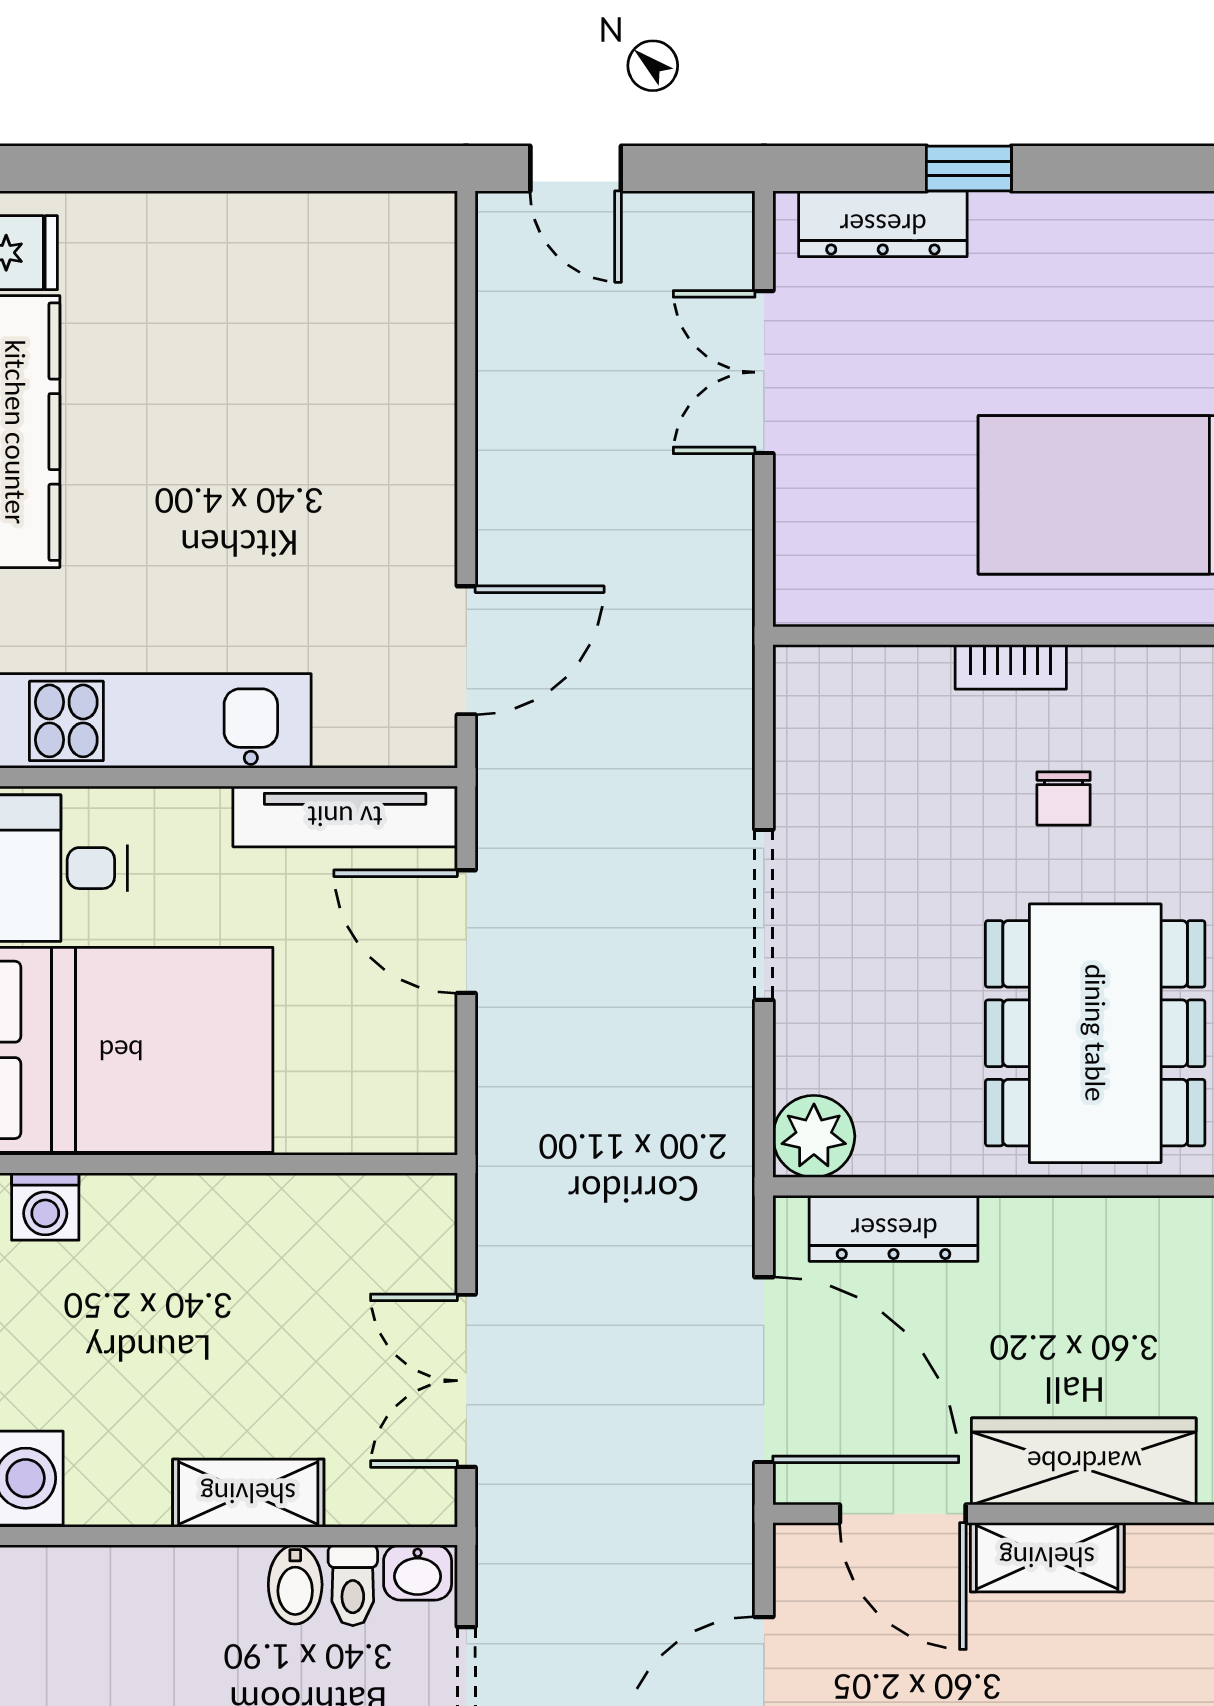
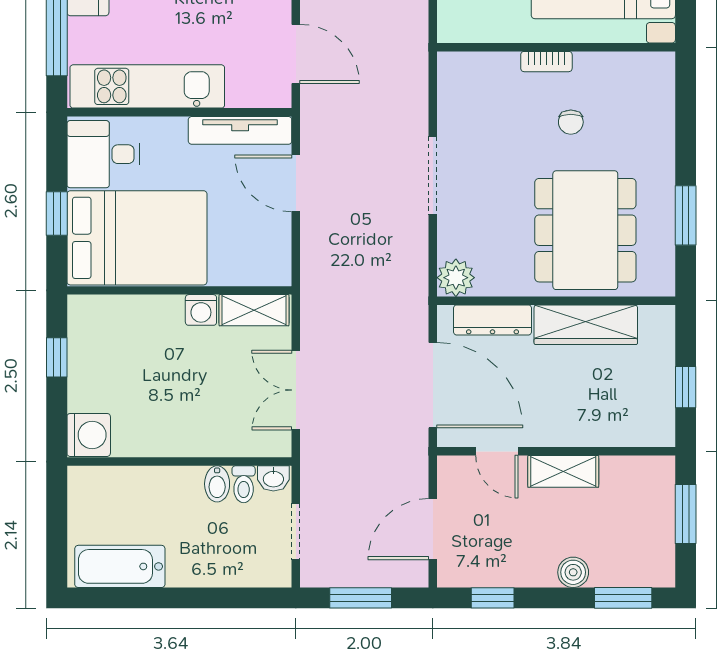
door: (466, 650) -> (296, 54), hinge flipped
washing machine: (45, 1207) -> (201, 310), moved
wardrobe: (1084, 1461) -> (586, 325), moved, turned 180
shelving: (248, 1493) -> (254, 310), moved
door: (903, 1514) -> (497, 451), width x0.73

